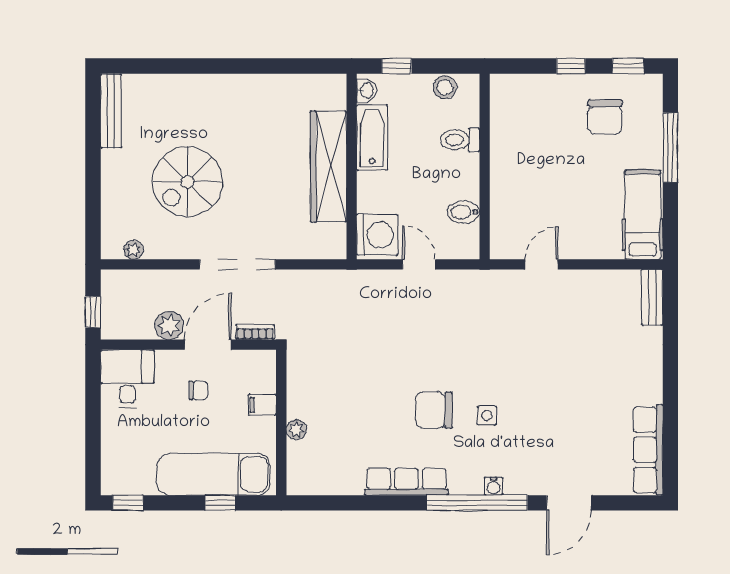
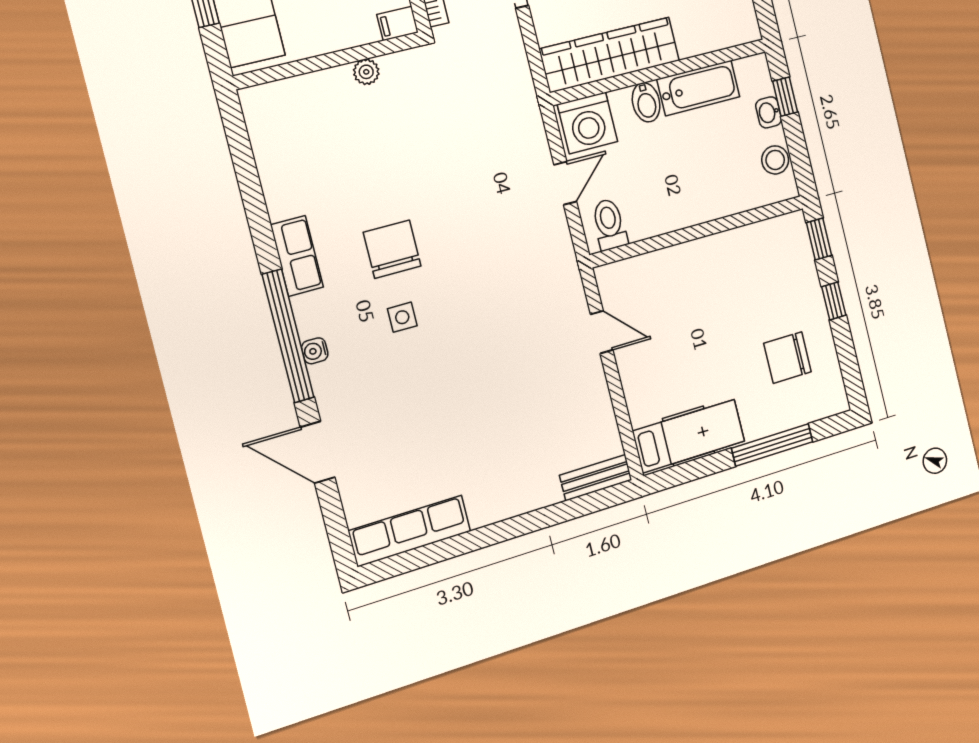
window: (628, 66) -> (819, 239), moved
washbasin: (366, 91) -> (769, 112), moved, turned 90
toilet: (460, 140) -> (609, 224), moved
wardrobe: (328, 166) -> (610, 55), moved
bidet: (463, 212) -> (646, 102), moved, turned 180
filing cabinet: (262, 405) -> (398, 24), moved, turned -90
plant: (296, 430) -> (366, 72), moved
row of seats: (406, 482) -> (297, 256), width x0.68

